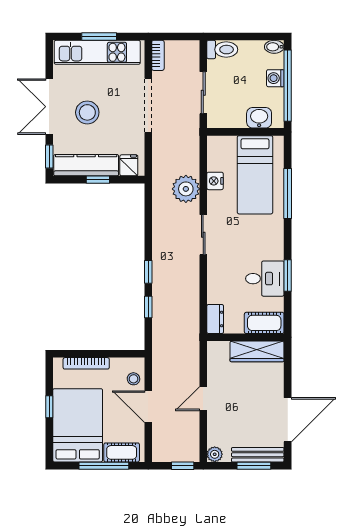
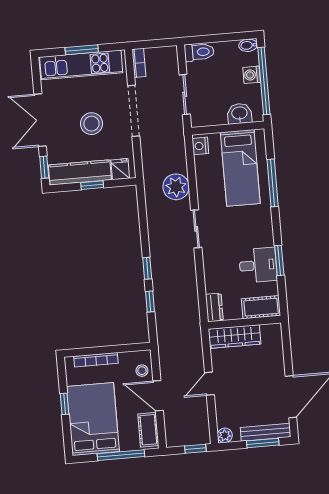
stool: (87, 112) -> (92, 124), moved
nightstand: (215, 181) -> (200, 146), moved
wardrobe: (257, 351) -> (235, 337), moved
cot: (122, 452) -> (148, 430), moved, turned 90

